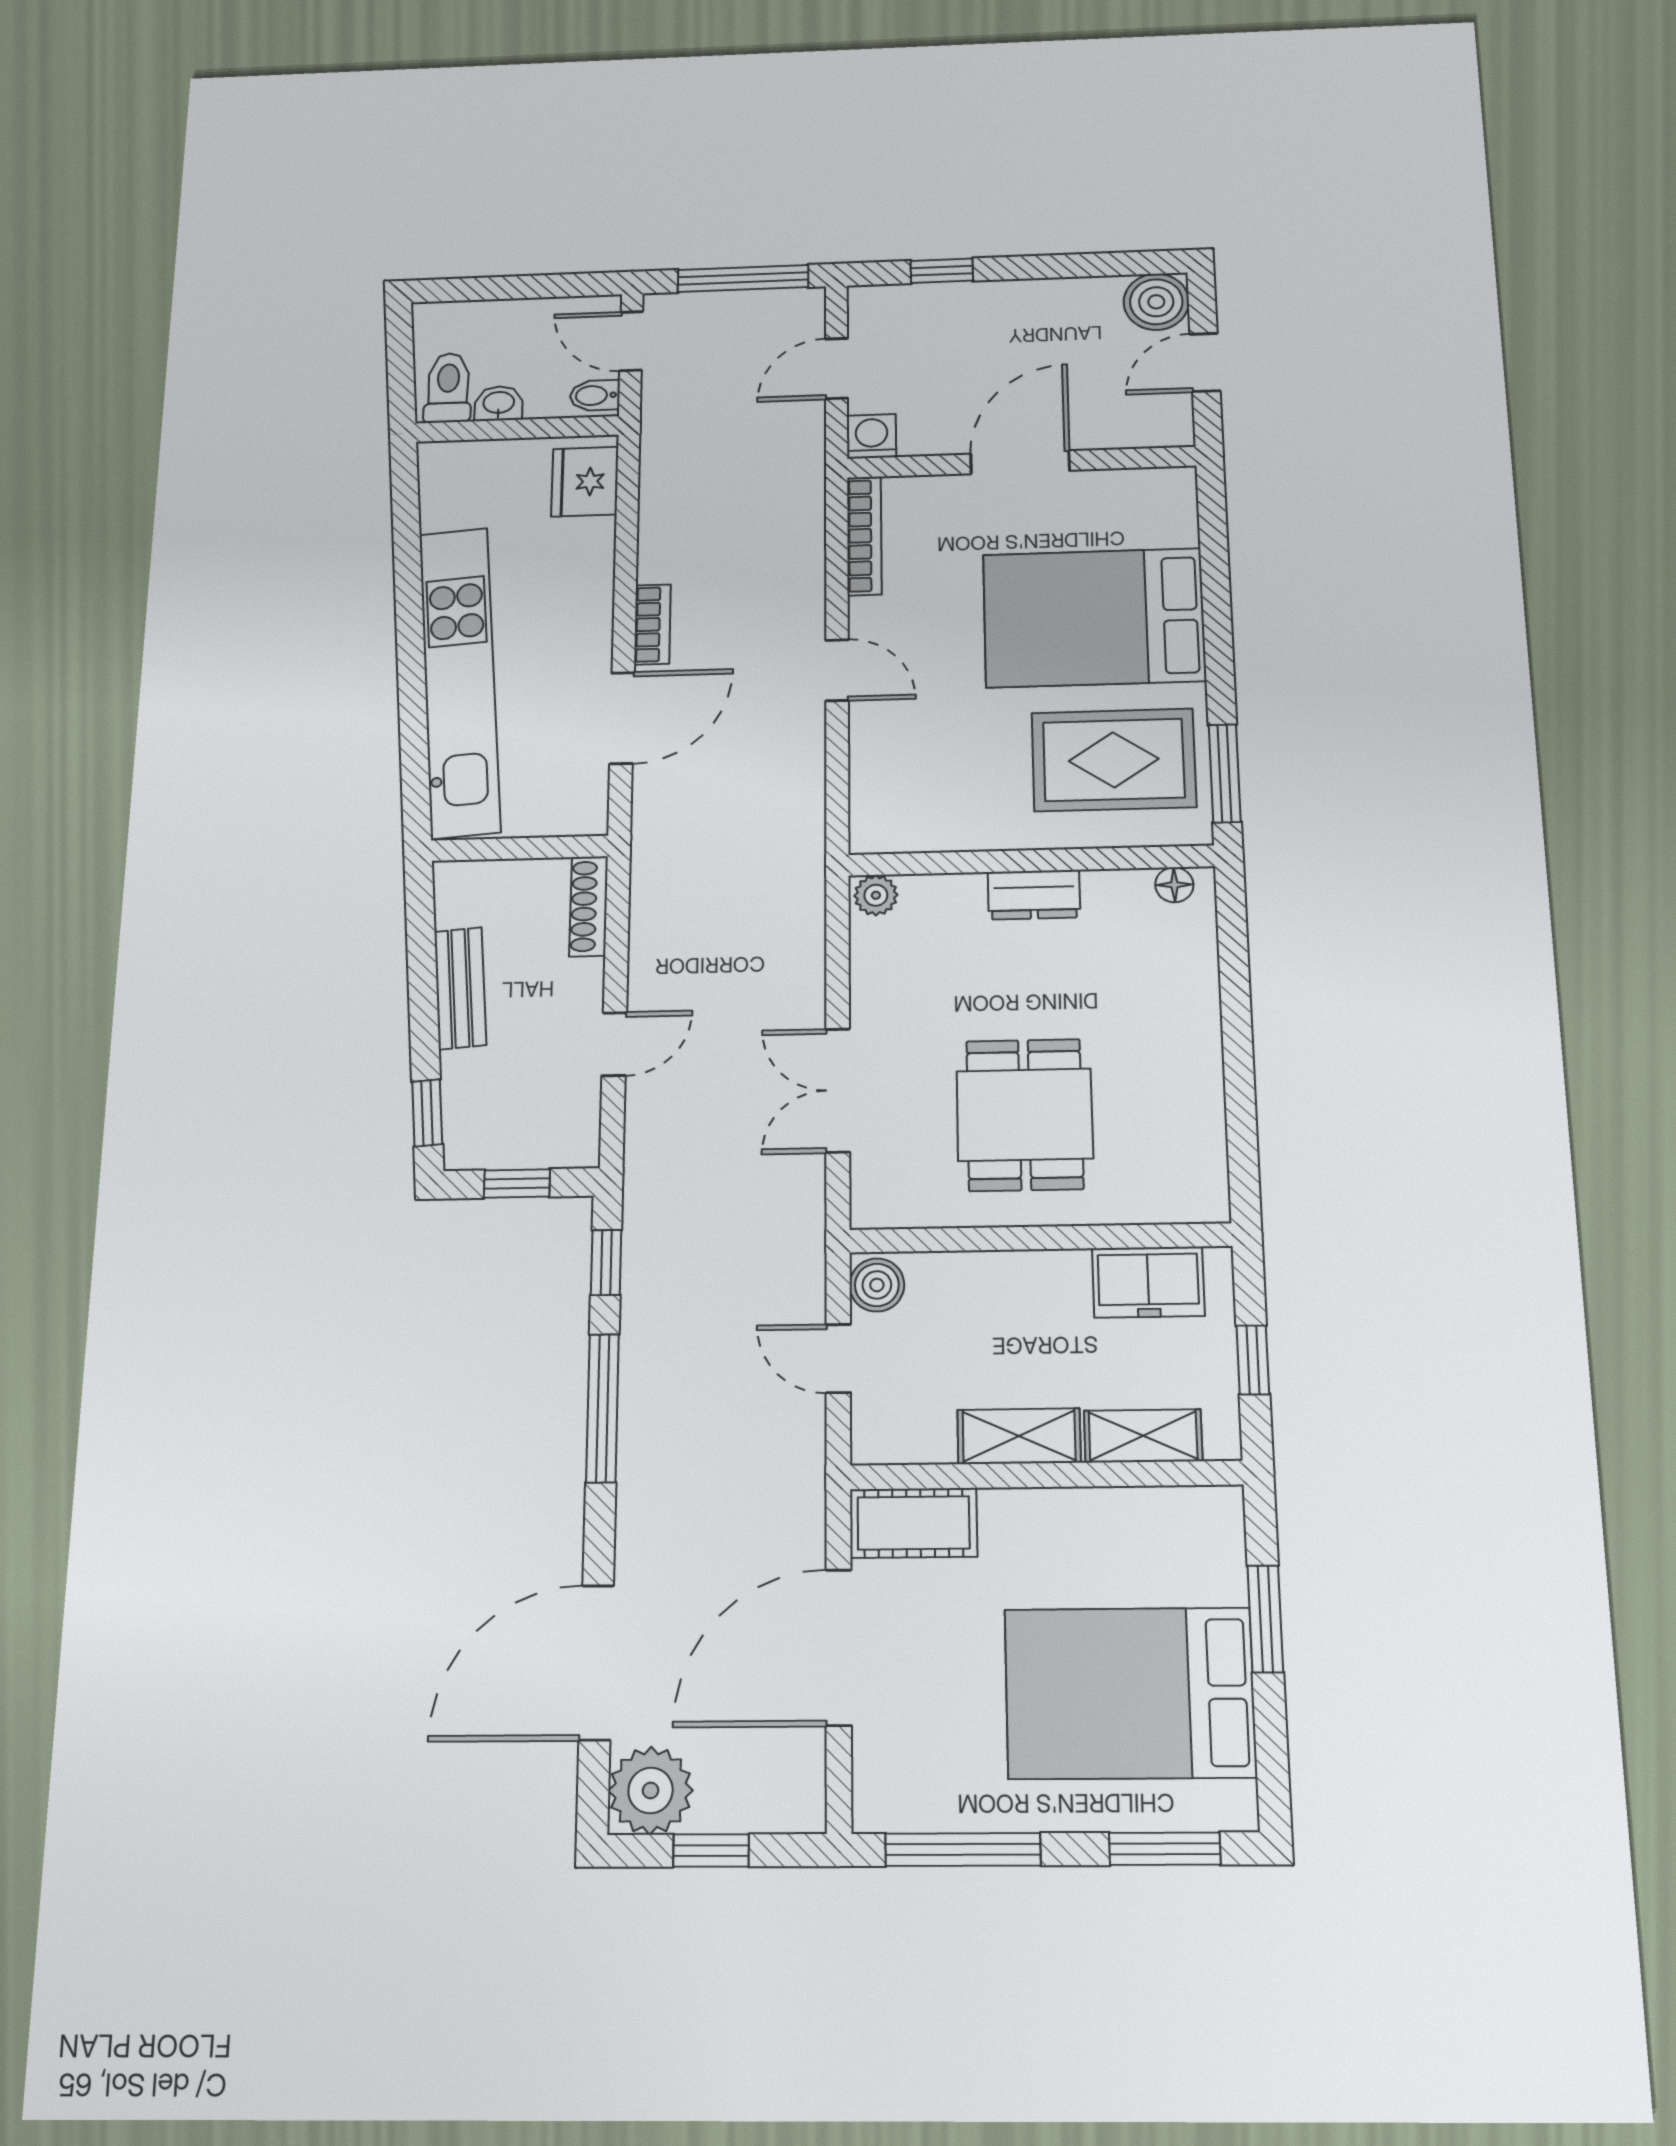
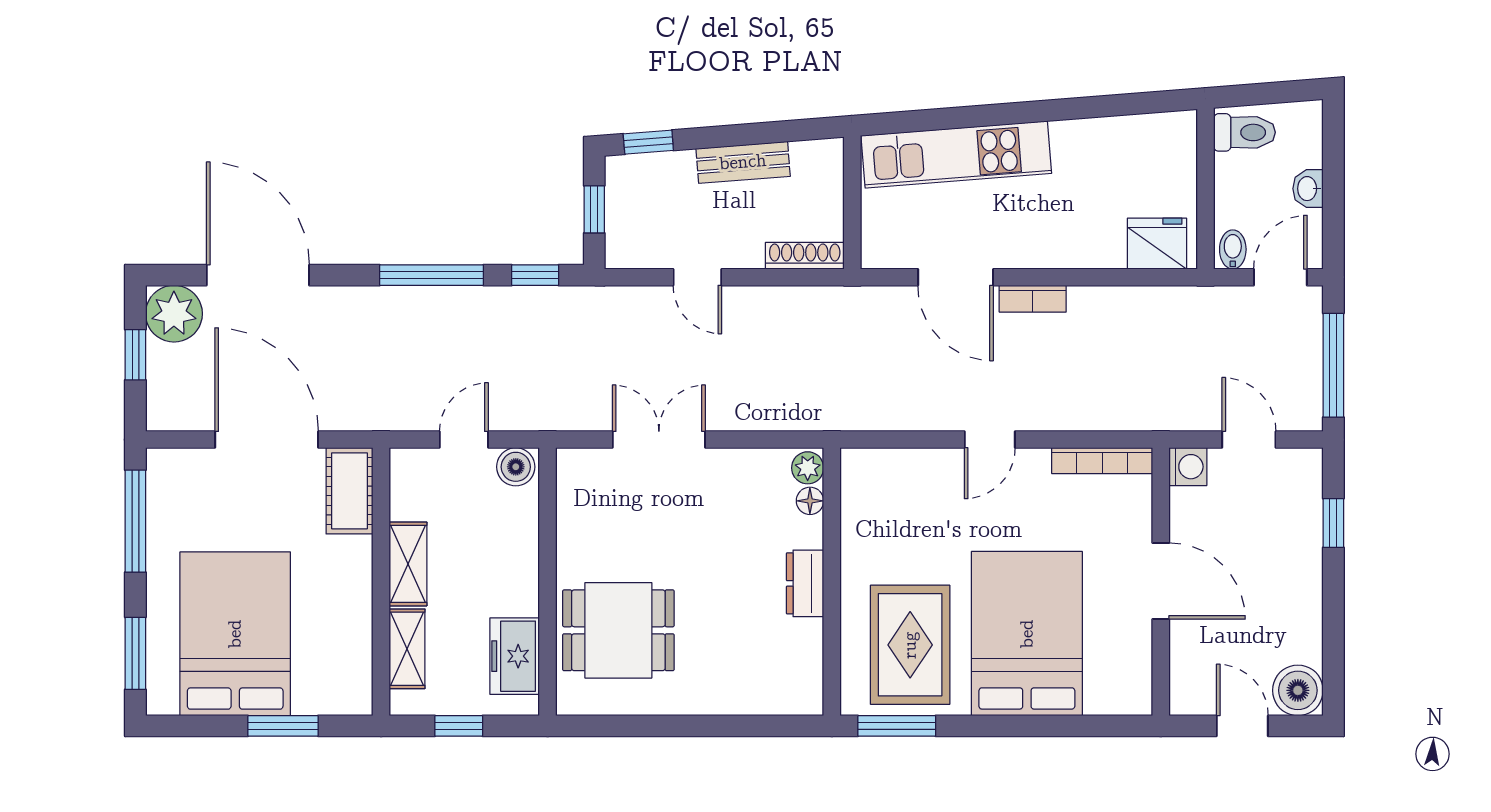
washbasin: (499, 403) -> (1308, 189), moved, turned 180
kitchen unit: (459, 681) -> (956, 154), width x0.73
floor lamp: (1174, 885) -> (810, 501), moved
dining table: (1025, 1115) -> (618, 630), moved

